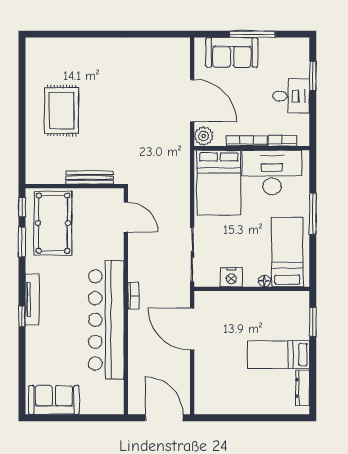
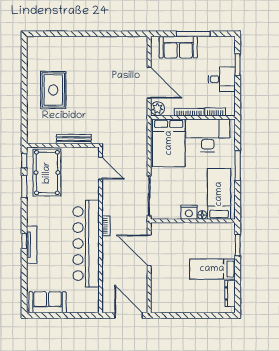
nightstand: (231, 277) -> (189, 212), moved
tv unit: (32, 299) -> (32, 245), moved

